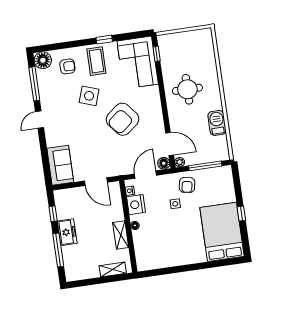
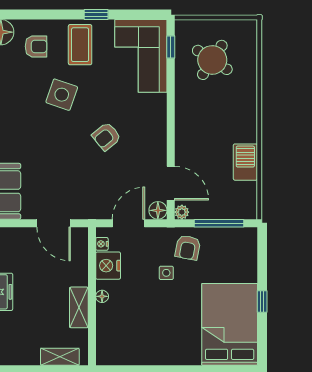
round table: (187, 89) -> (212, 60), moved, turned 33
armchair: (123, 119) -> (106, 136), width x0.53, depth x0.53

